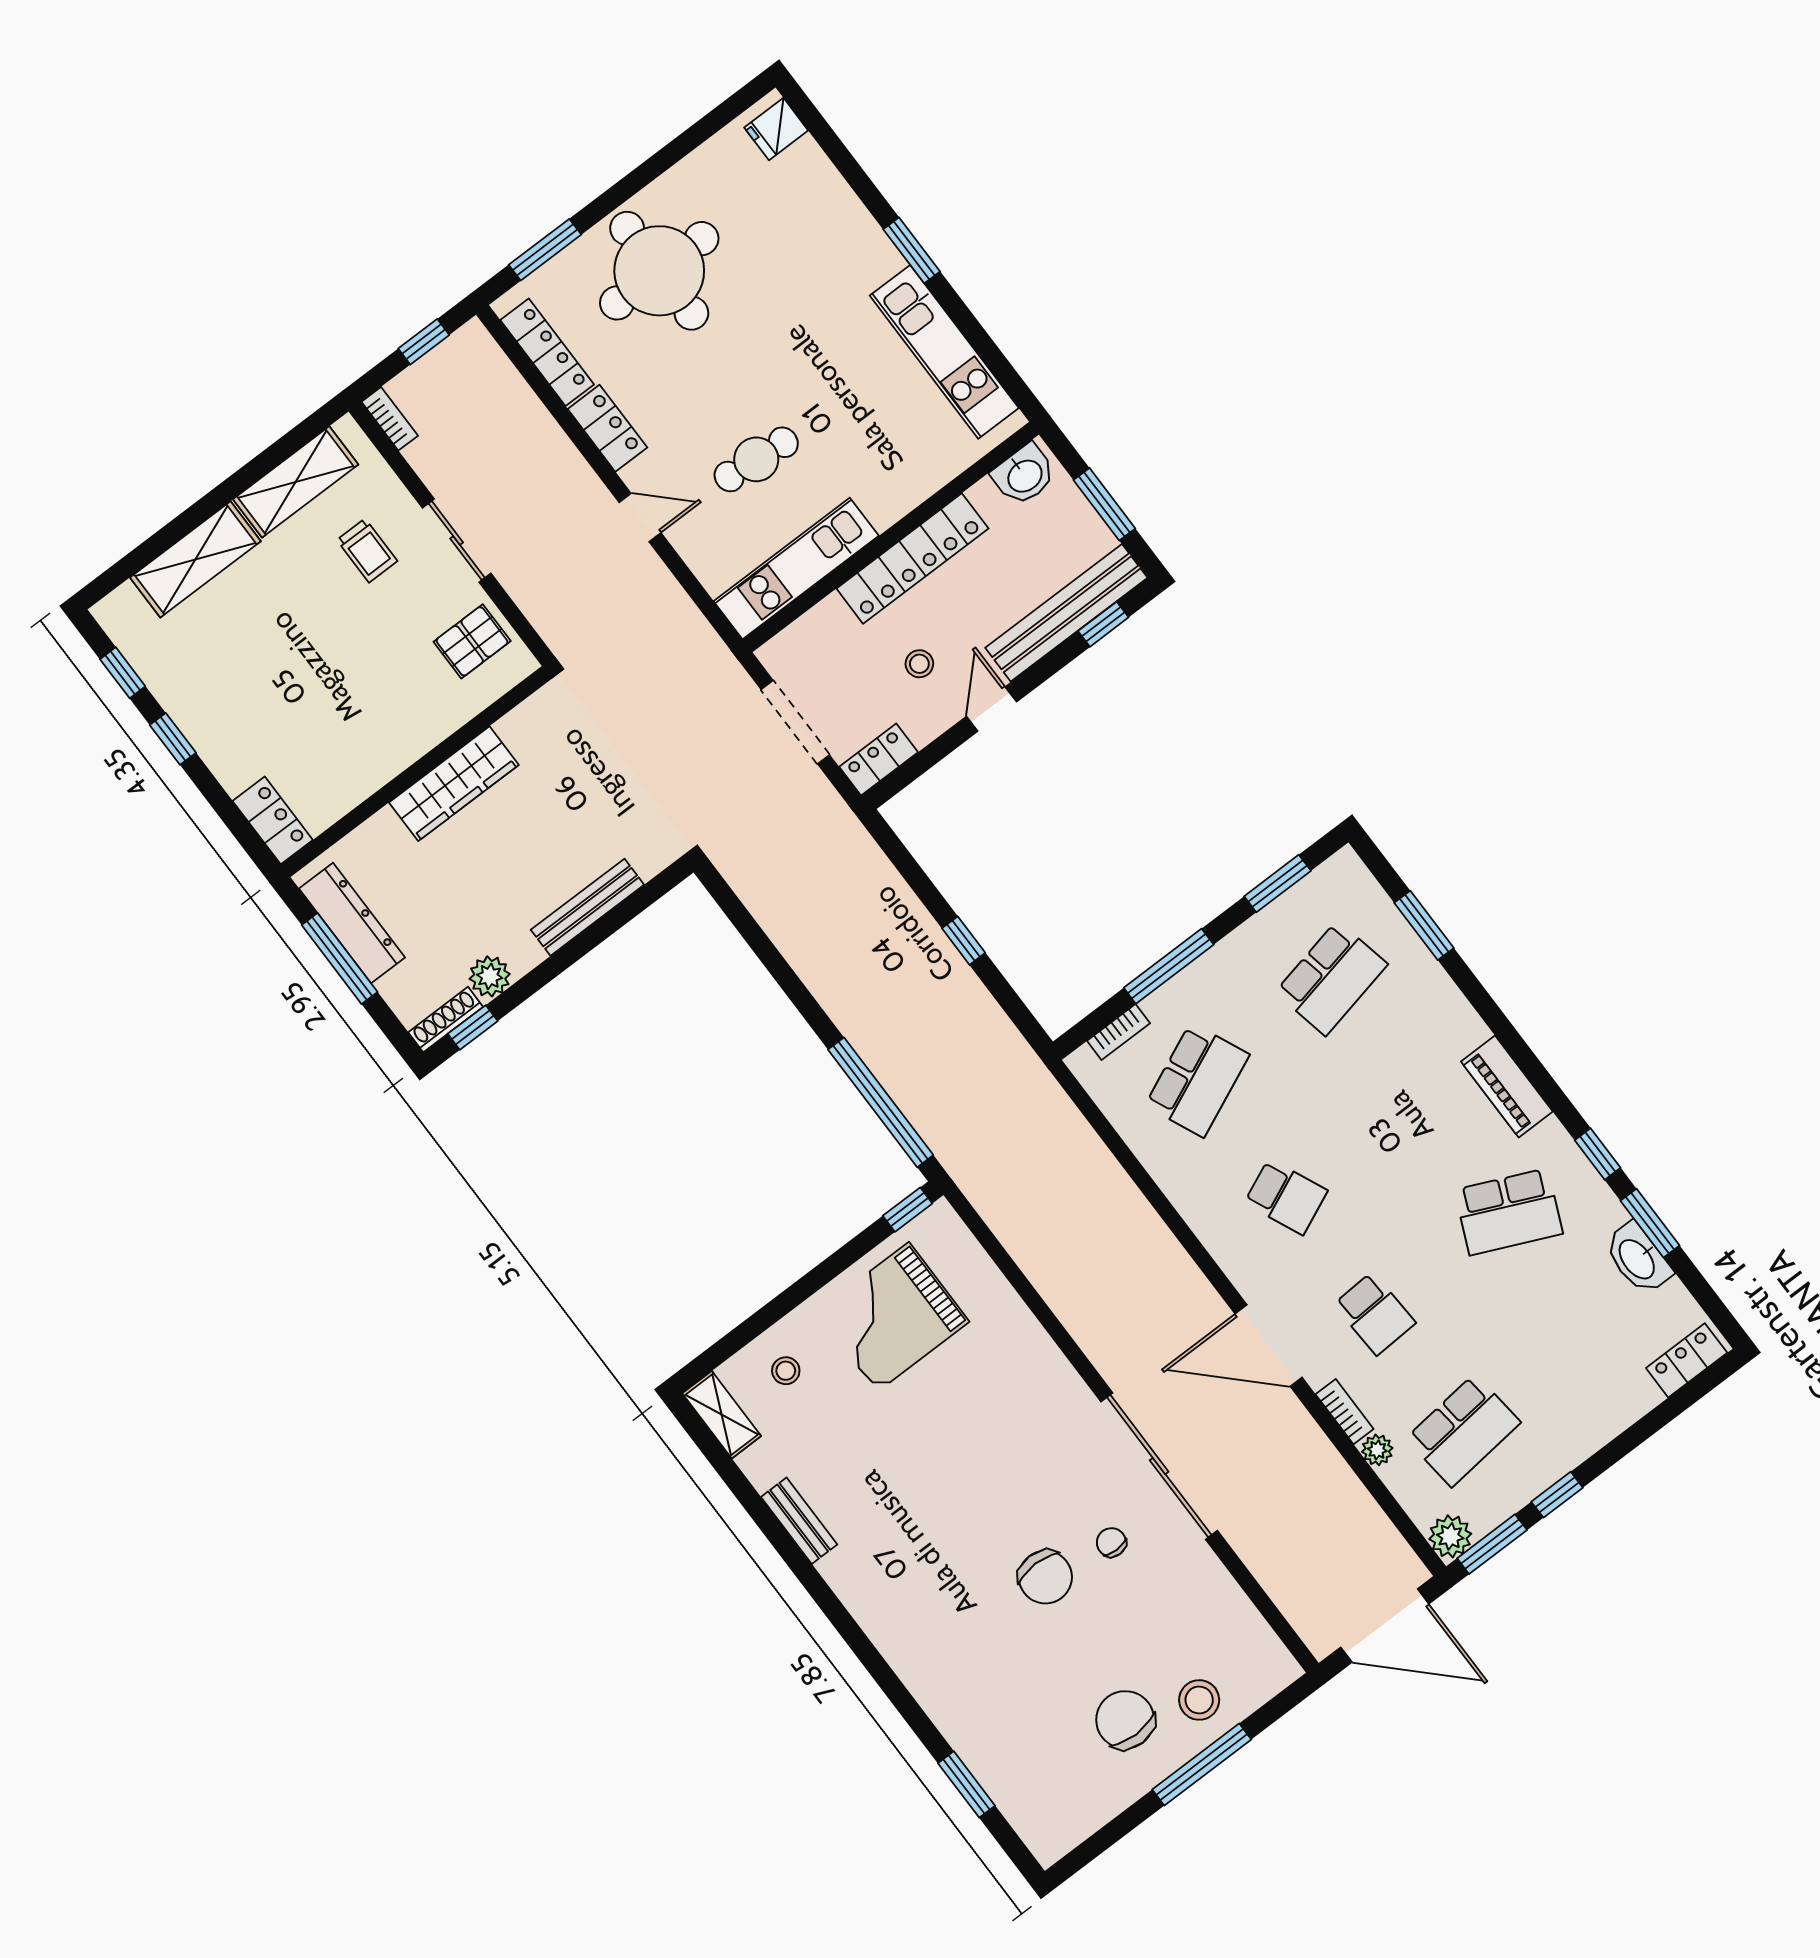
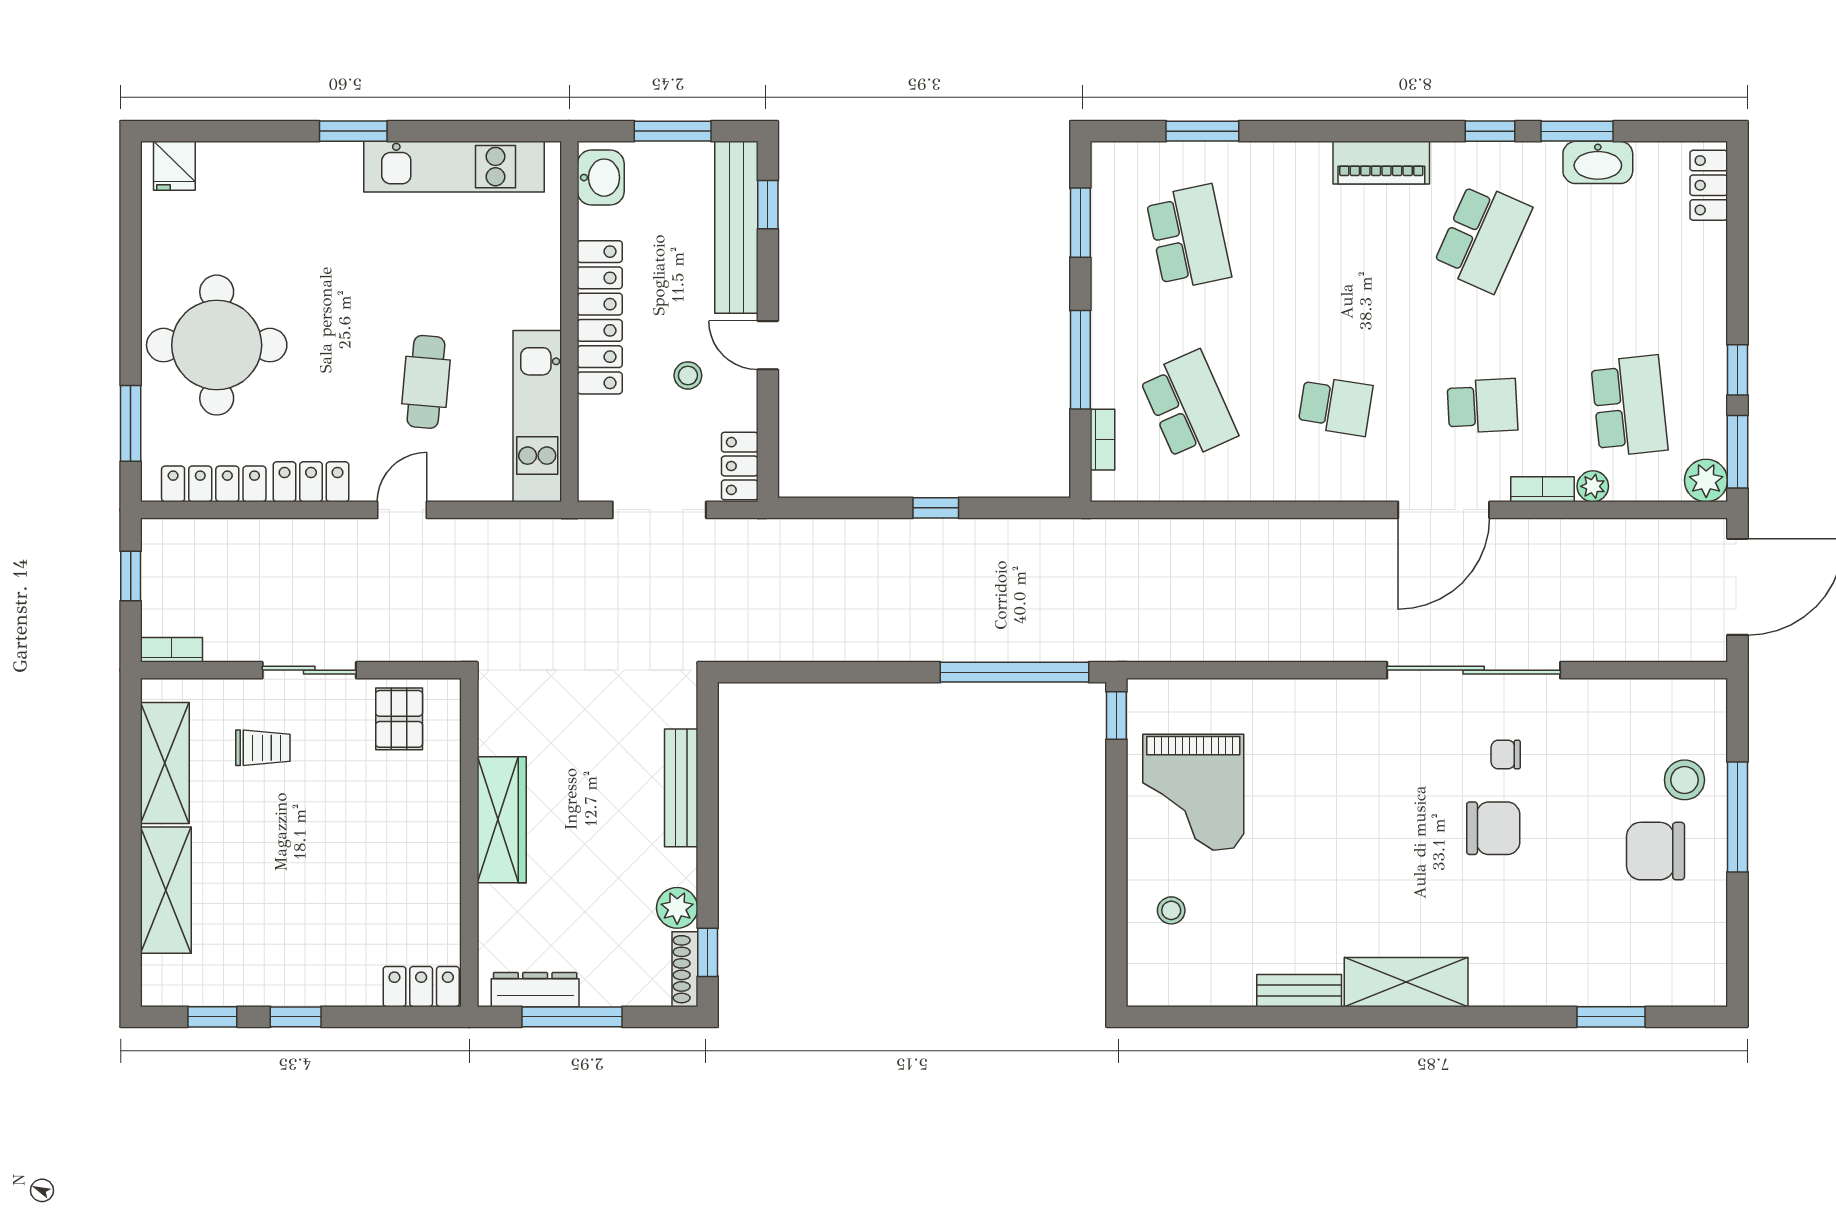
dresser: (352, 923) -> (535, 990), width x0.73, depth x0.80
school desk: (1286, 1197) -> (1335, 406), turned 33
shelving: (722, 1415) -> (1406, 982), moved, width x1.50, depth x1.33

